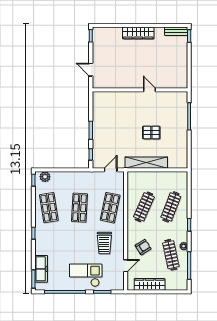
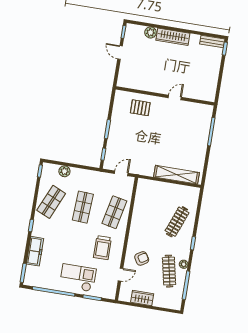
plant: (116, 32) -> (151, 32), added
door: (91, 70) -> (120, 52), moved
door: (149, 90) -> (175, 97), hinge flipped
pallet: (151, 133) -> (140, 108), moved
shelving: (146, 163) -> (176, 175), moved
plant: (45, 177) -> (64, 171), moved
clothes rail: (144, 207) -> (149, 217), removed
shop shelf: (49, 208) -> (51, 202), turned 33
freezer: (41, 269) -> (35, 251), moved
wardrobe: (150, 284) -> (142, 298), width x0.67

